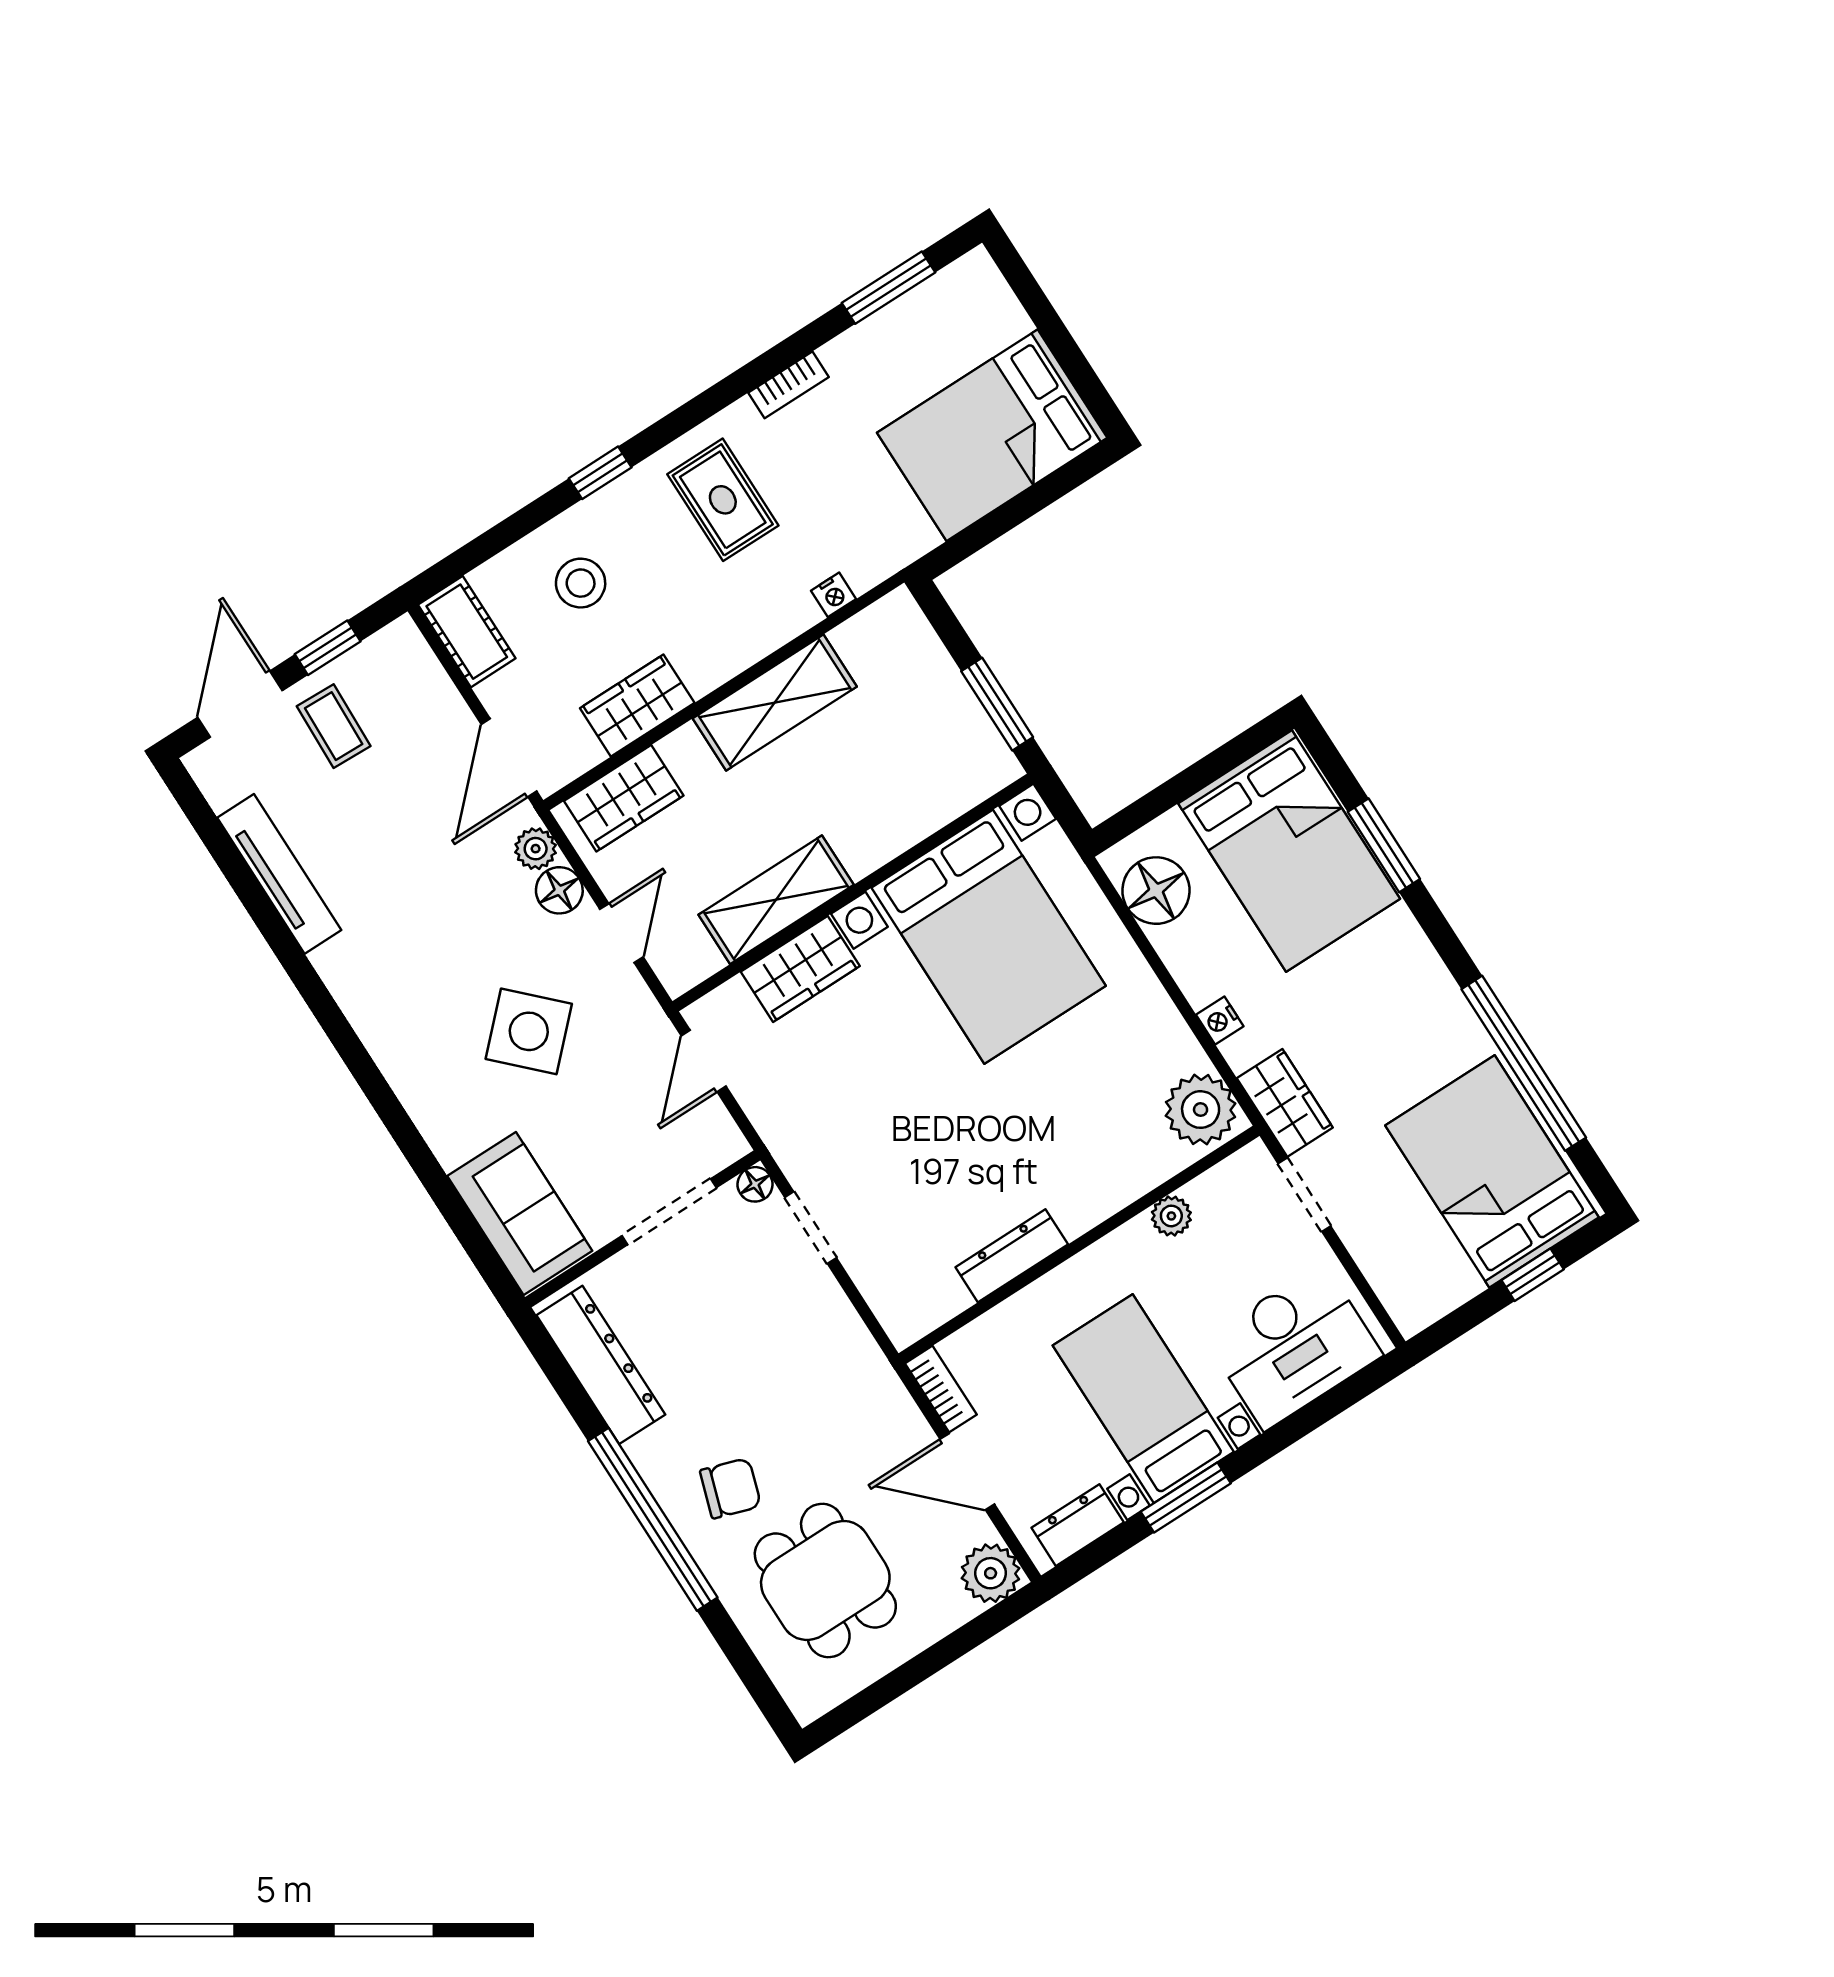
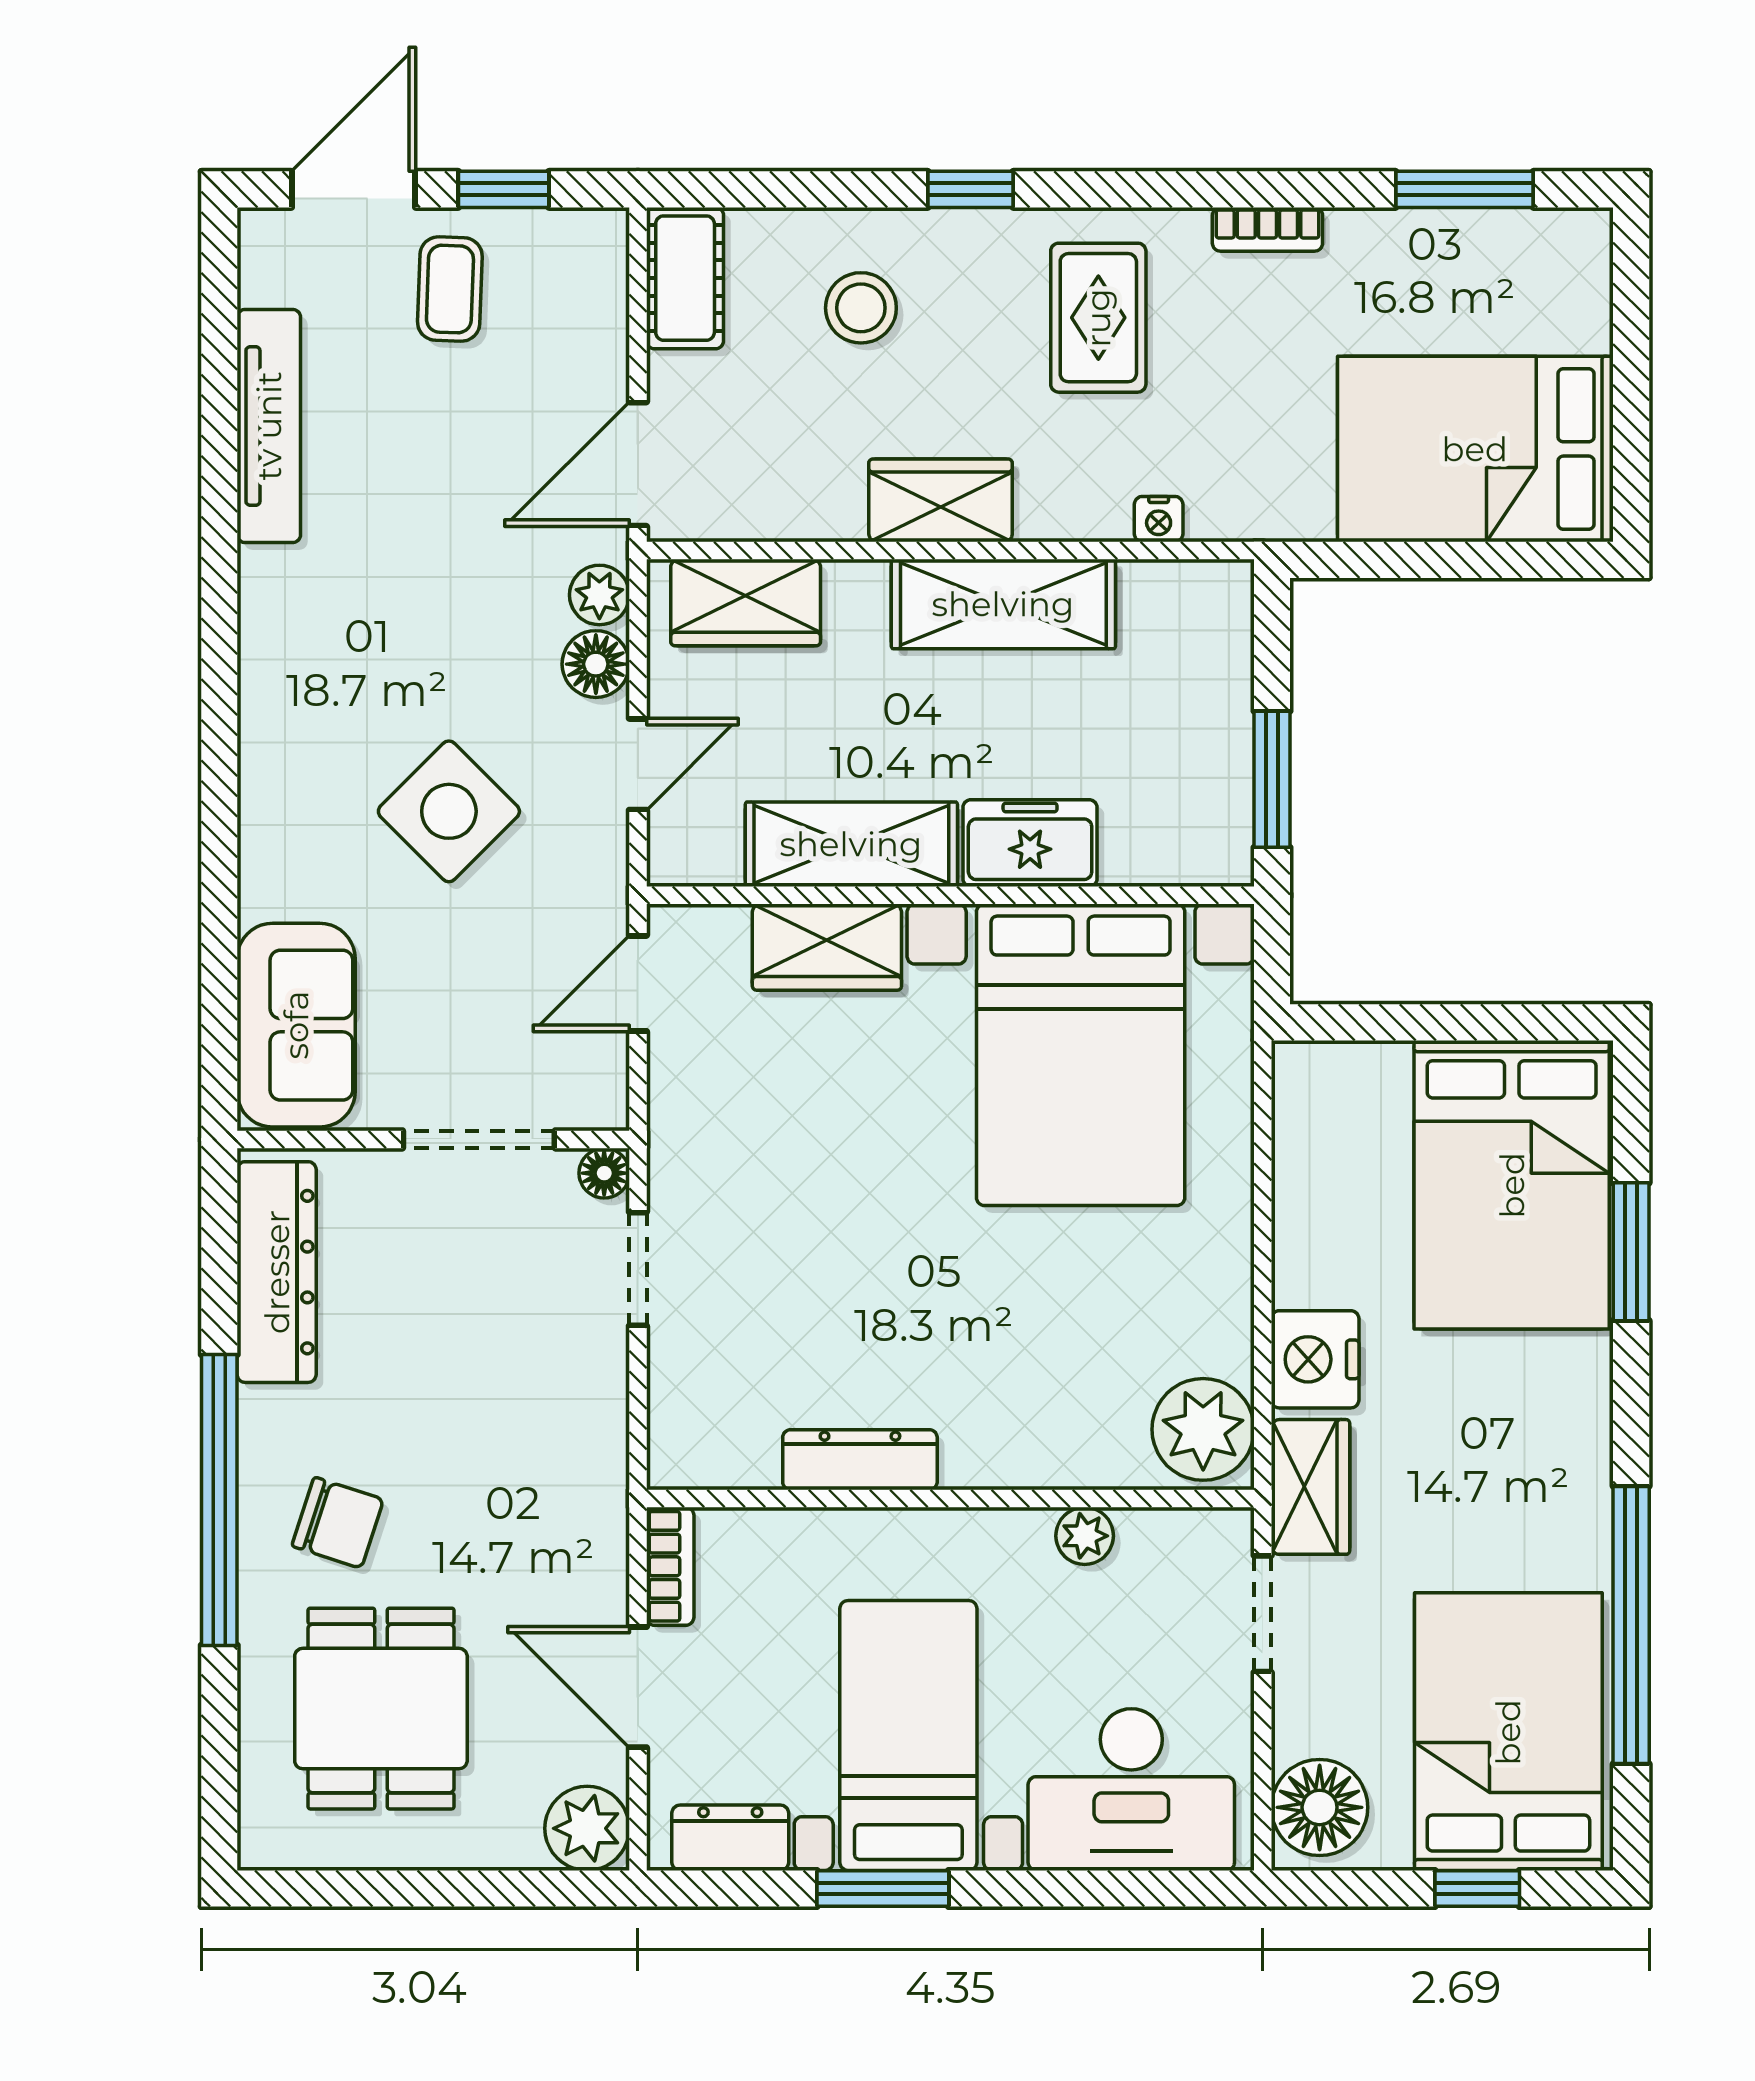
wardrobe: (637, 705) -> (941, 500), moved
freezer: (880, 832) -> (1030, 843), added
floor lamp: (1156, 891) -> (1320, 1807), moved
nightstand: (1220, 1021) -> (1315, 1359), width x1.89, depth x1.79

